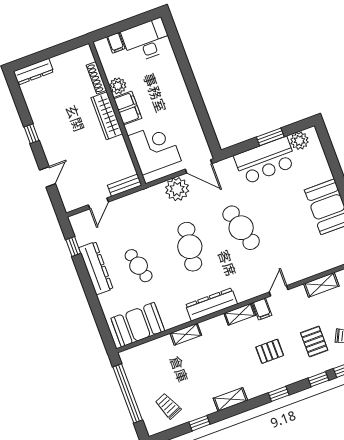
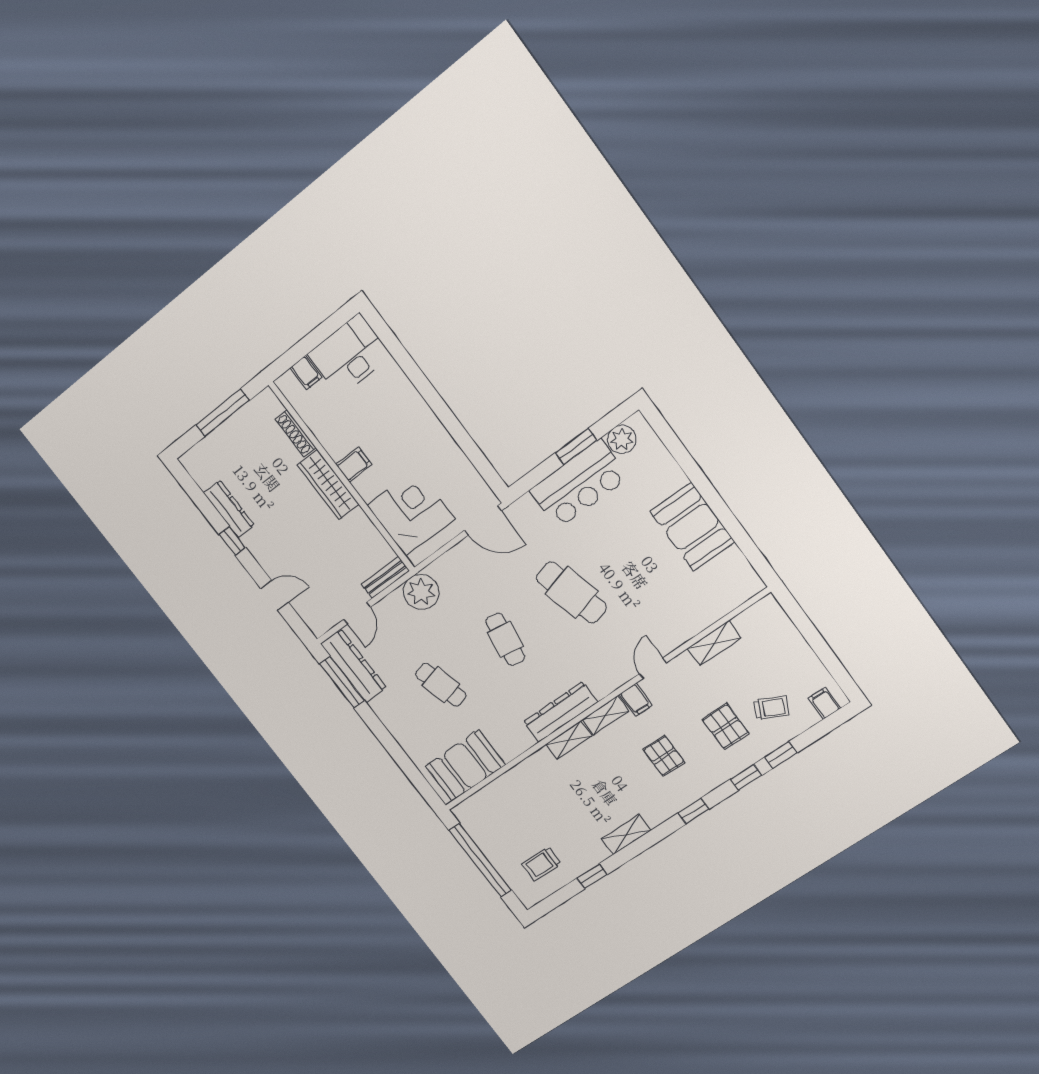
window: (54, 51) -> (223, 413), added
dresser: (34, 72) -> (229, 509), moved, turned -90
plant: (118, 86) -> (330, 436), removed
filing cabinet: (128, 108) -> (354, 465), width x0.50
door: (47, 177) -> (275, 595), hinge flipped
plant: (177, 189) -> (421, 592), moved
window: (73, 246) -> (342, 682), width x2.17
cafe table: (190, 247) -> (505, 639), width x0.73, depth x0.74
dresser: (96, 268) -> (353, 666), moved
shelving: (186, 334) -> (569, 740), moved
pallet: (270, 351) -> (664, 756), turned 90
trolley: (168, 406) -> (541, 864), turned -67

